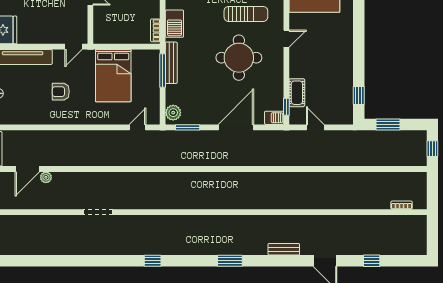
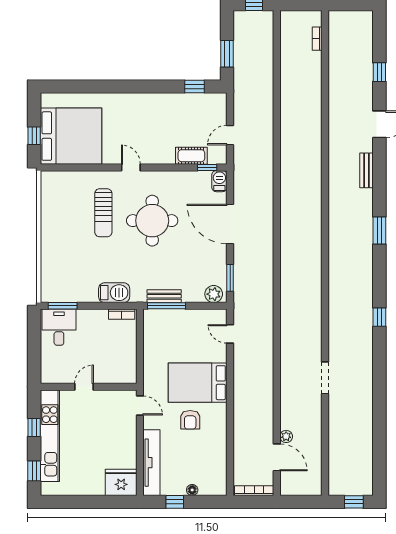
sun lounger: (246, 14) -> (103, 213), turned 180
bench: (171, 63) -> (164, 296), width x0.73
bed: (113, 76) -> (198, 383), moved, turned 180

